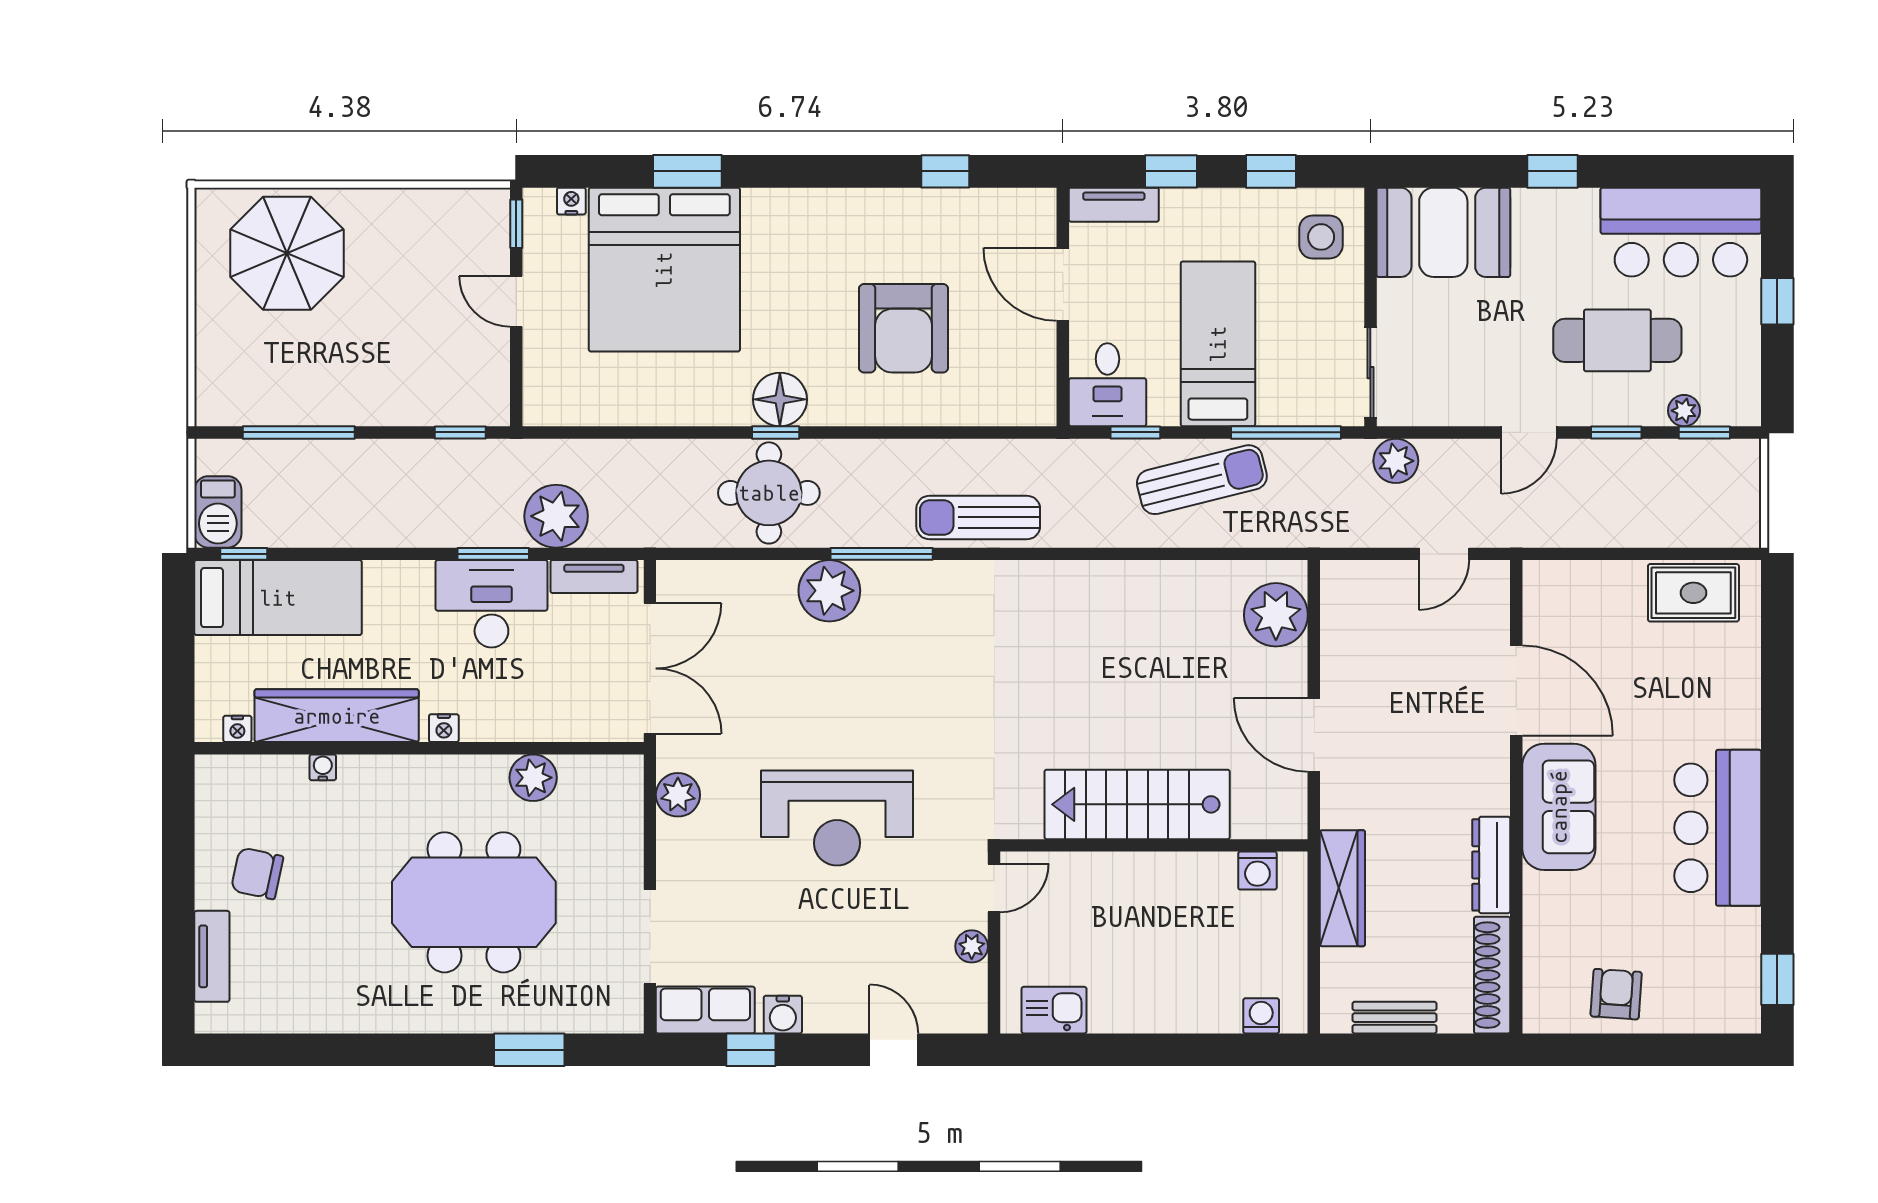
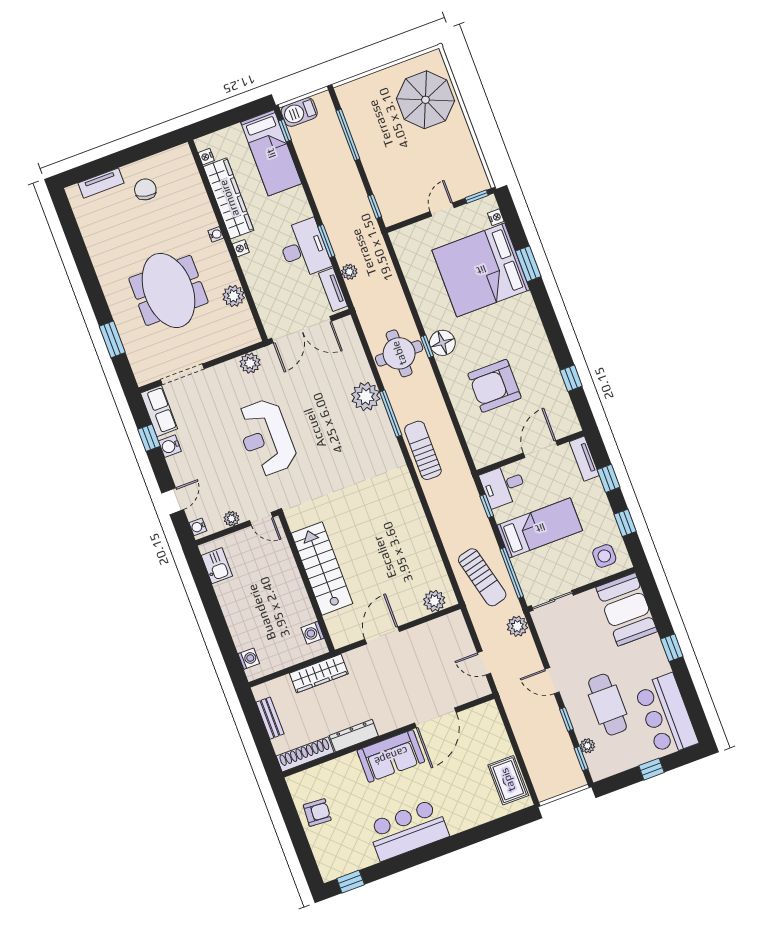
sun lounger: (1202, 480) -> (482, 577), moved
plant: (556, 516) -> (349, 272), width x0.53, depth x0.53
plant: (1276, 615) -> (434, 601), width x0.73, depth x0.73
water cooler: (323, 767) -> (216, 234), moved
water cooler: (963, 1019) -> (198, 527), added

